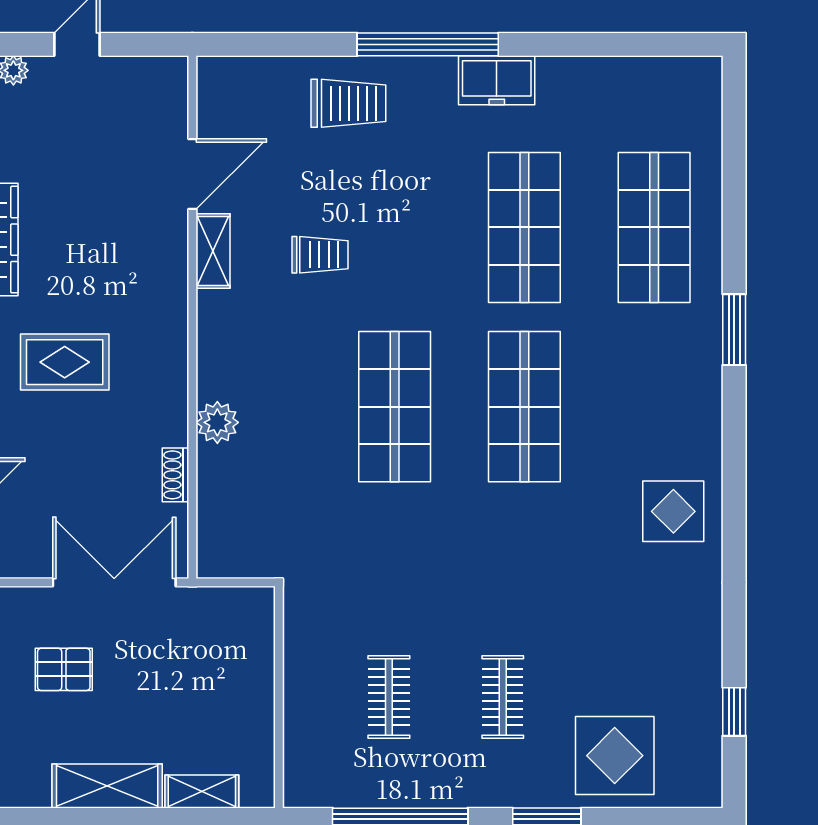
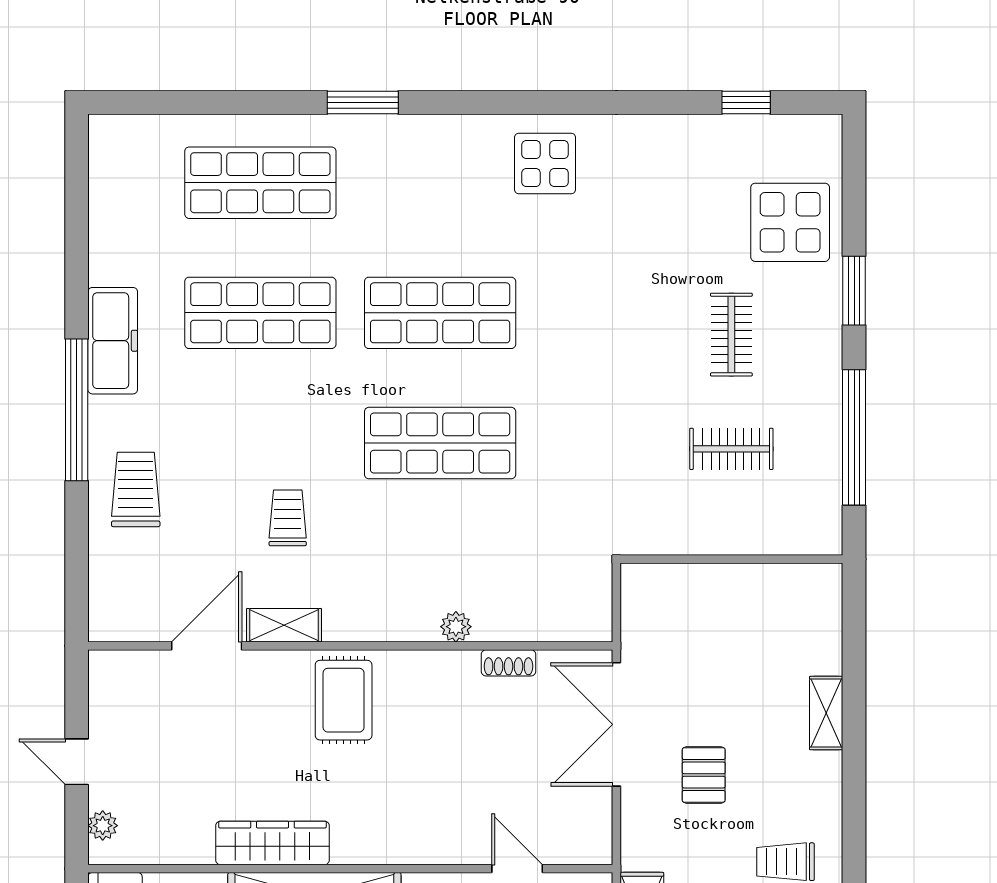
freezer: (497, 80) -> (113, 341), width x1.40
door: (192, 174) -> (207, 646), hinge flipped
rug: (65, 362) -> (344, 700), moved
plant: (217, 422) -> (456, 627), width x0.73, depth x0.73
clothes rail: (503, 697) -> (731, 335), turned 90
shelving: (107, 786) -> (826, 713), width x0.67, depth x0.75
shelving: (202, 792) -> (826, 636), removed

